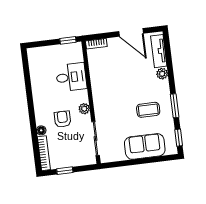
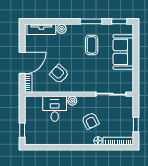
door: (131, 32) -> (22, 63), moved
window: (68, 40) -> (22, 130), moved
armchair: (111, 77) -> (59, 74), added
plant: (84, 109) -> (72, 101), moved
armchair: (63, 119) -> (90, 121), turned -116

